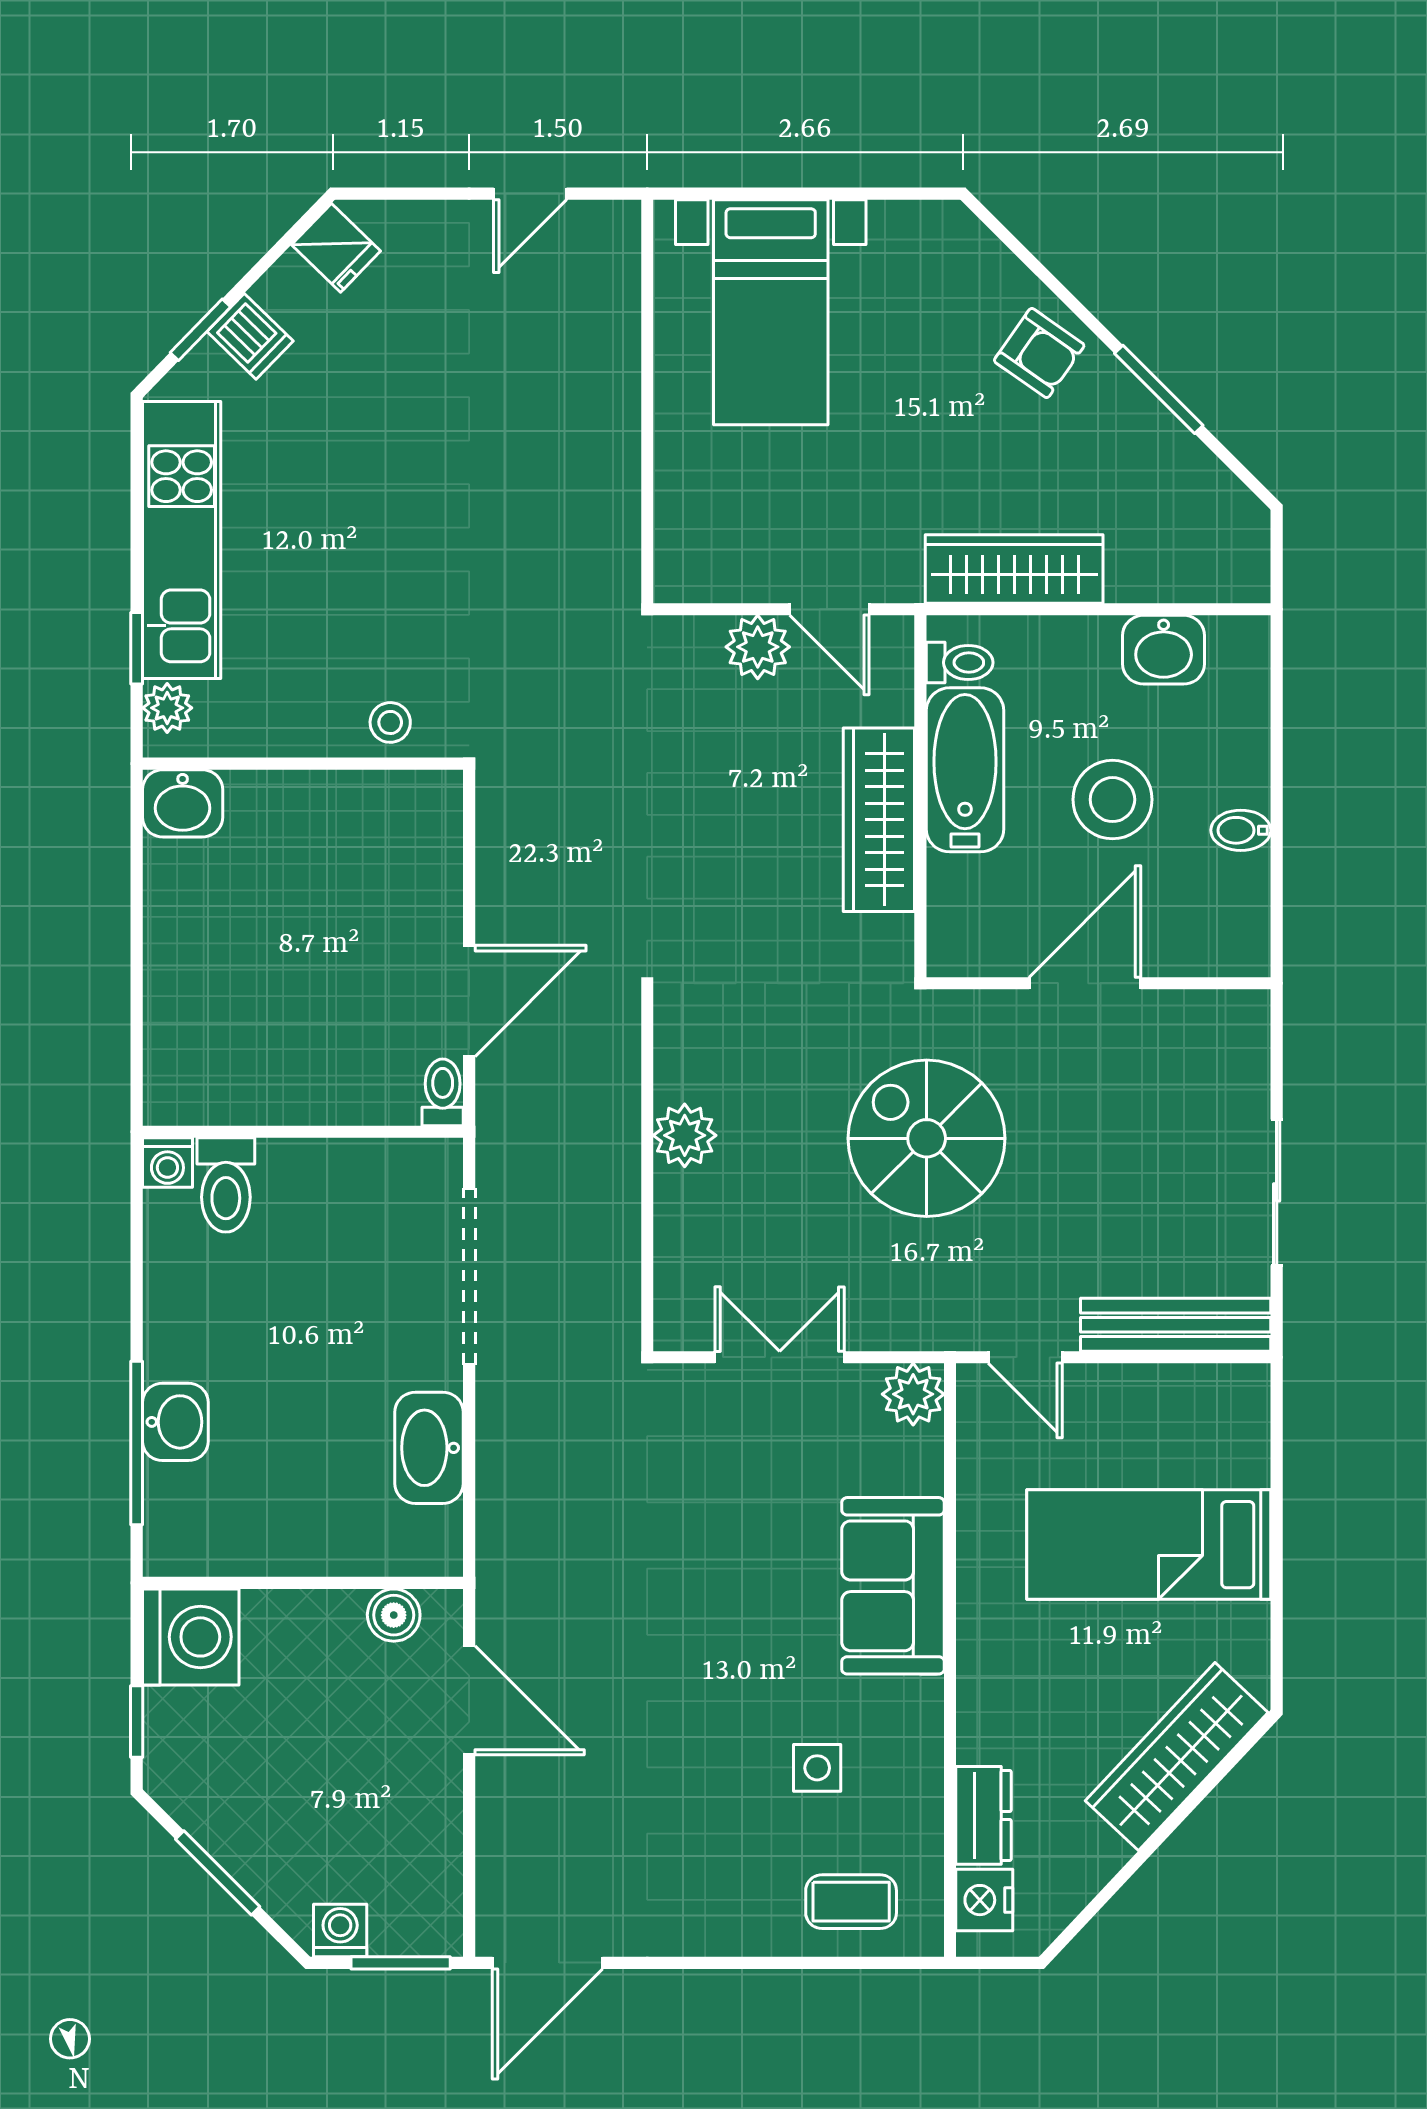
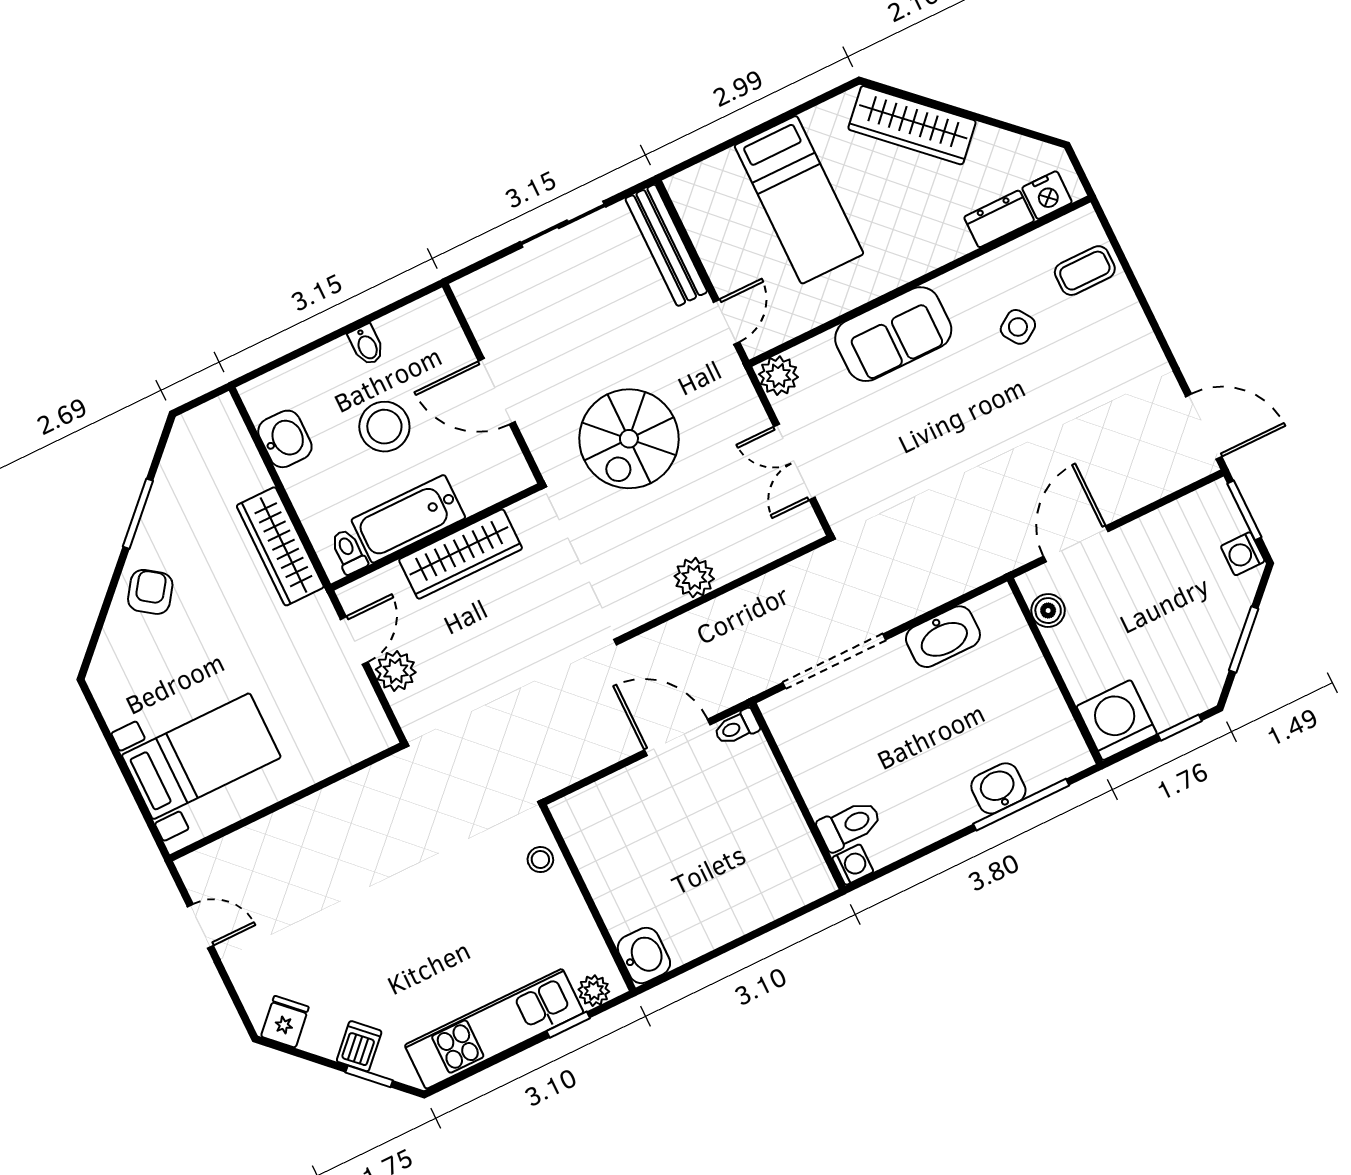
side table: (817, 1768) -> (1018, 327), turned -34
coffee table: (851, 1902) -> (1085, 271), turned 90

